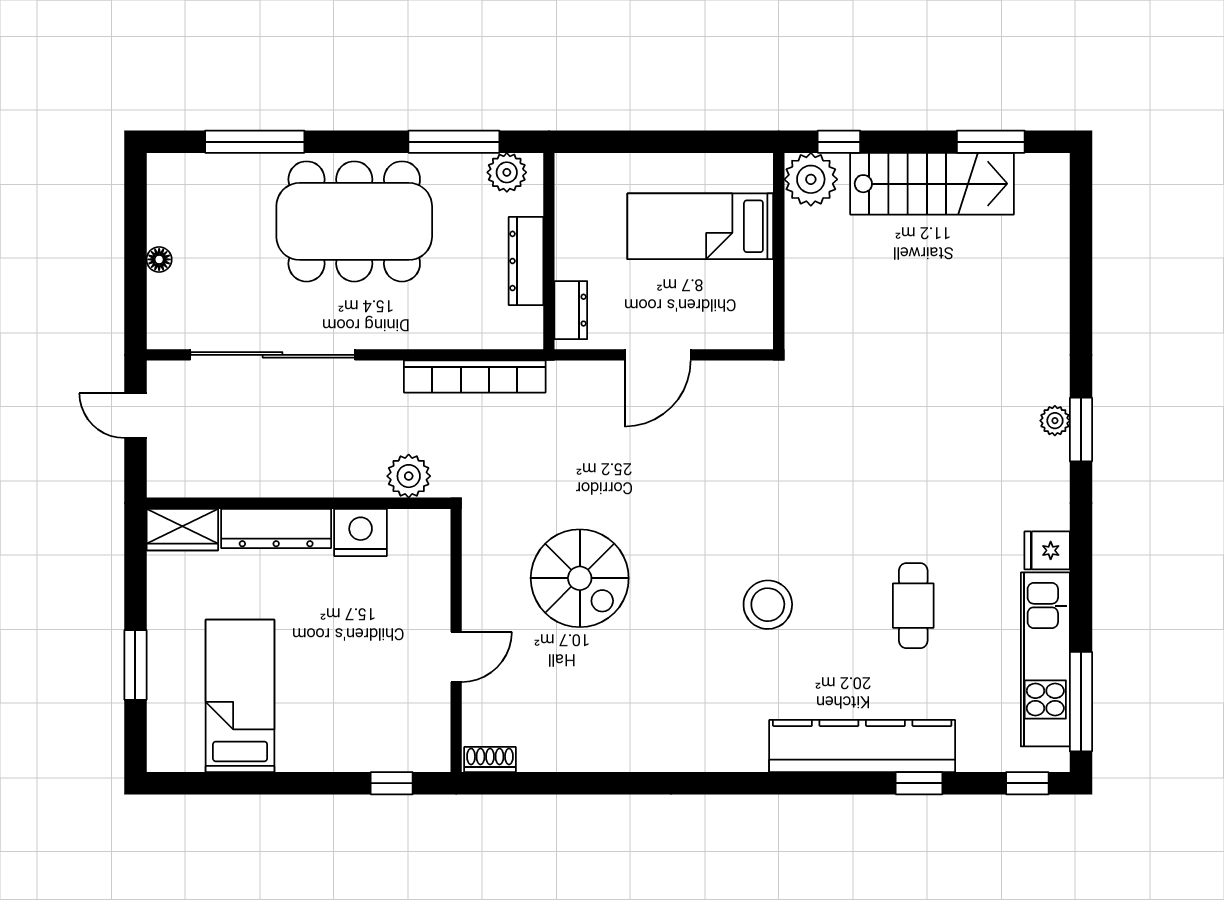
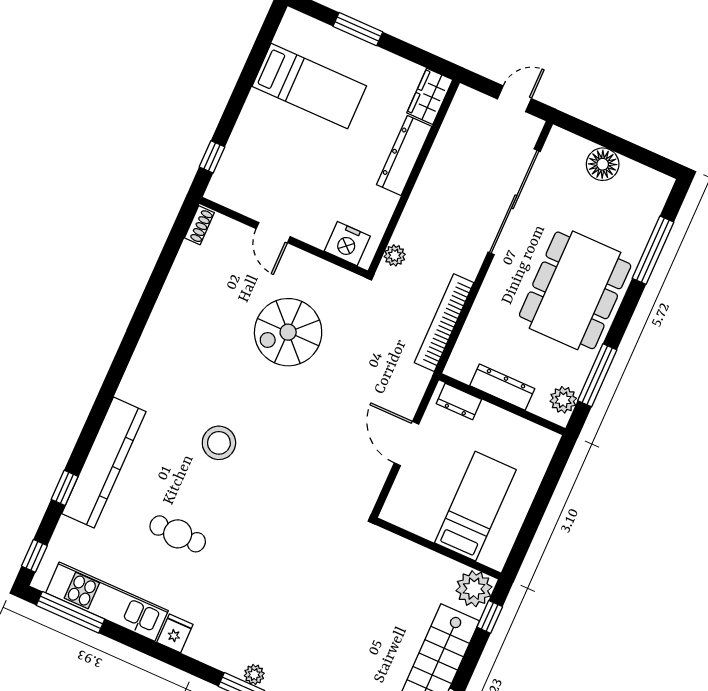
floor lamp: (159, 259) -> (603, 164), width x1.89, depth x1.89
plant: (409, 476) -> (395, 255), width x0.73, depth x0.73
nightstand: (361, 532) -> (347, 244), moved, turned 90

